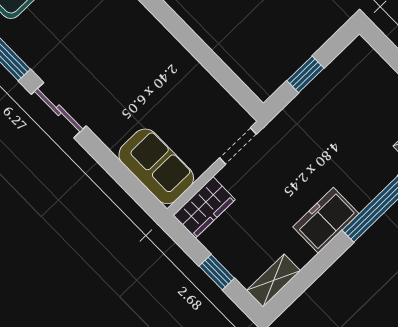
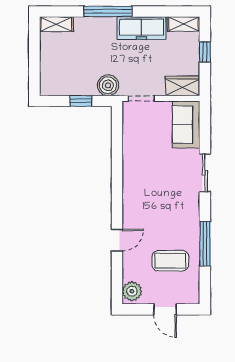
sliding door: (59, 110) -> (205, 173), moved
boiler: (292, 123) -> (108, 85), added
freezer: (326, 220) -> (142, 28), width x1.40

